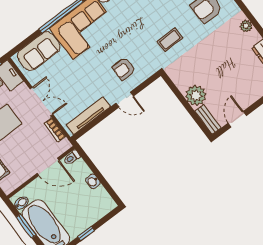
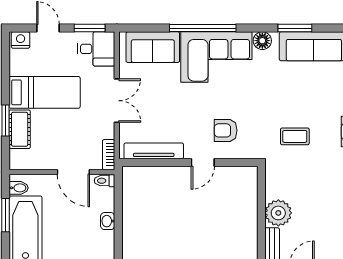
door: (125, 100) -> (203, 163), hinge flipped
bookcase: (55, 130) -> (109, 155), moved

